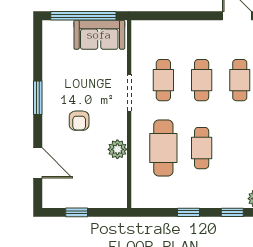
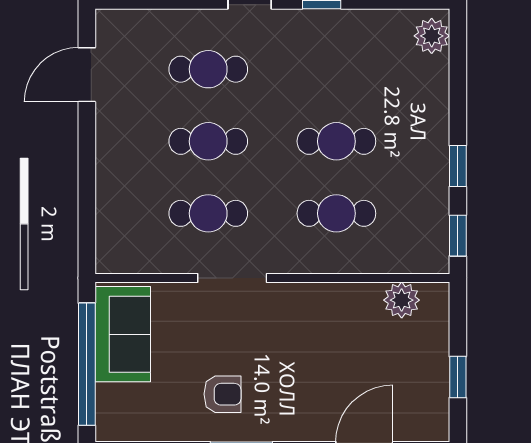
armchair: (79, 121) -> (222, 394), moved
cafe table: (163, 148) -> (336, 213), width x0.73, depth x0.74
plant: (117, 149) -> (402, 300), moved
window: (232, 212) -> (458, 236), moved

